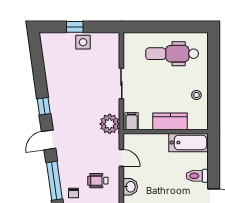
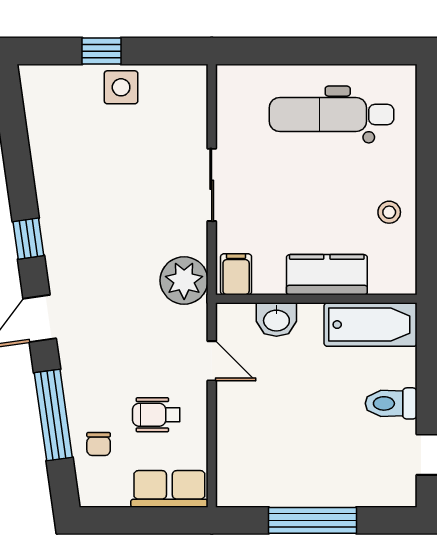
washbasin: (130, 187) -> (276, 320), moved, turned 90

